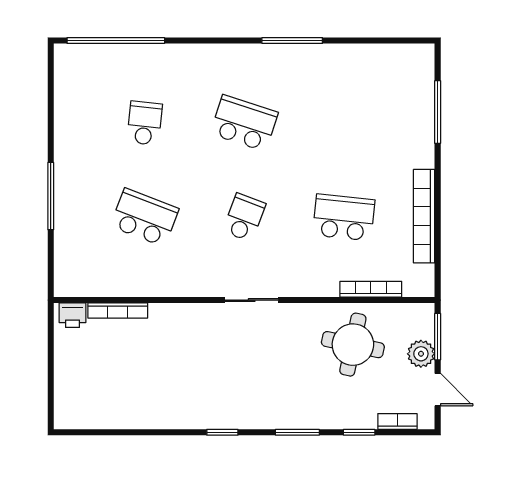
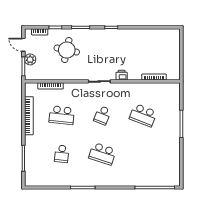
school desk: (145, 123) -> (62, 154), moved
printer: (72, 315) -> (122, 75), moved
round table: (353, 345) -> (67, 50), moved

